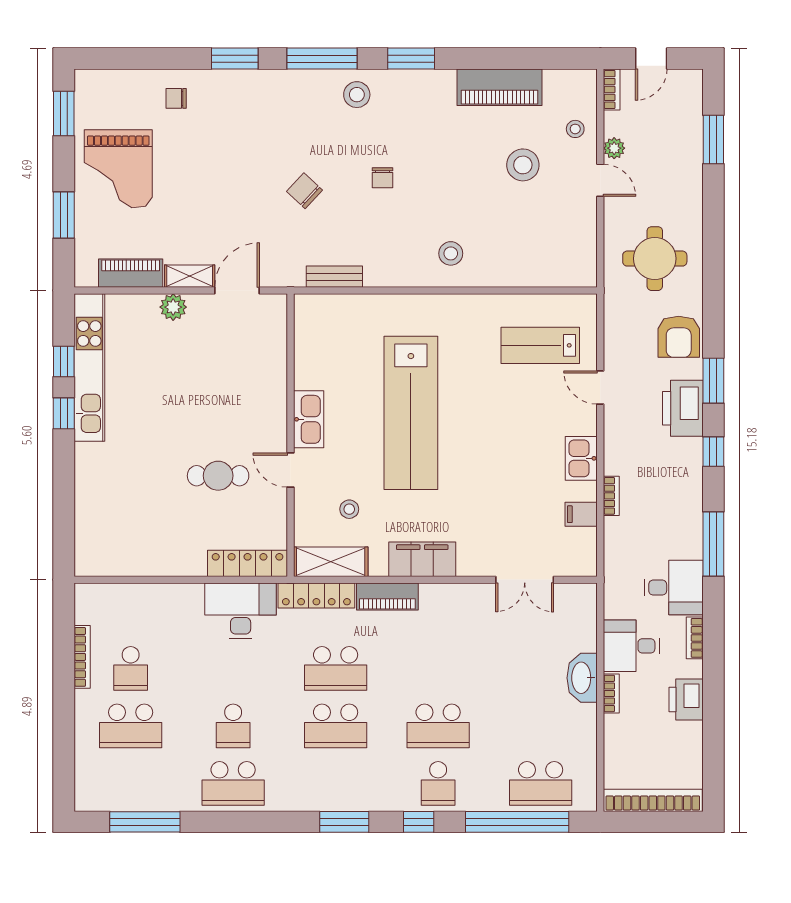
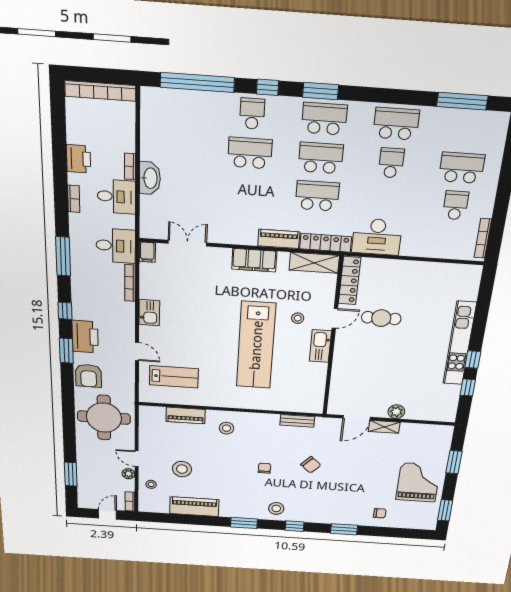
window: (322, 59) -> (295, 526), width x0.46
round table: (655, 259) -> (104, 418), width x1.36, depth x1.36
piano: (131, 273) -> (186, 415), moved
armchair: (679, 337) -> (89, 376), turned 180
kitchen unit: (89, 367) -> (460, 343), moved
lab bench: (411, 413) -> (256, 345), turned 180
door: (290, 470) -> (335, 318), hinge flipped
bookcase: (611, 496) -> (130, 283), width x1.56
stool: (349, 509) -> (298, 318), moved
filing cabinet: (581, 514) -> (147, 252), moved, turned 90
locker: (248, 563) -> (350, 281), moved, turned -90
desk: (674, 588) -> (116, 246), moved, turned 180
bookcase: (82, 657) -> (483, 238), moved
school desk: (541, 783) -> (324, 119), moved

